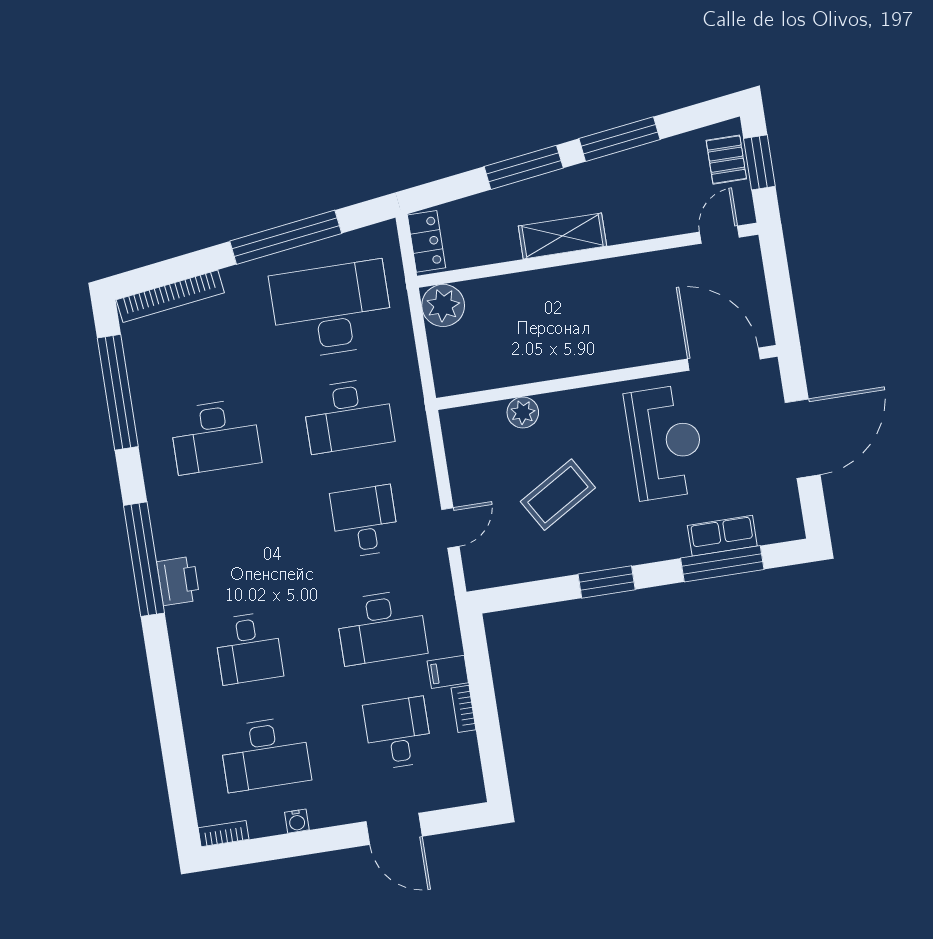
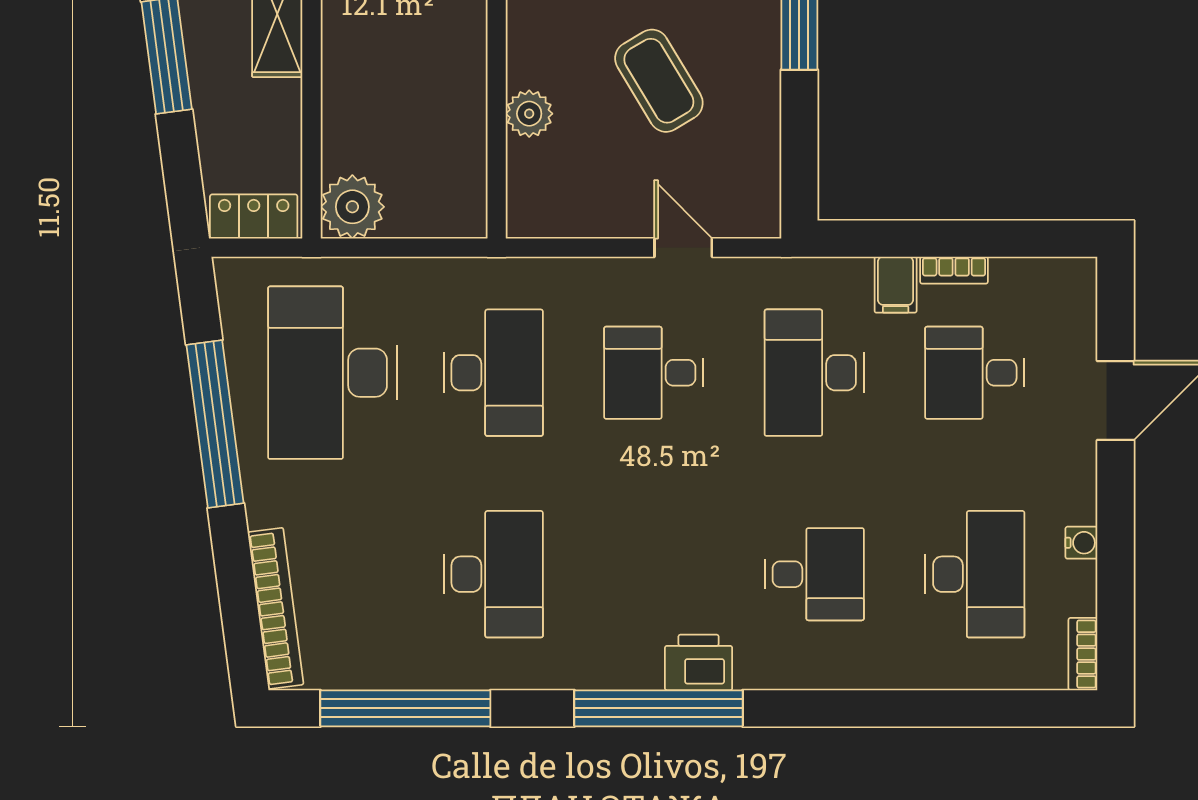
desk: (381, 627) -> (814, 373), turned 180

